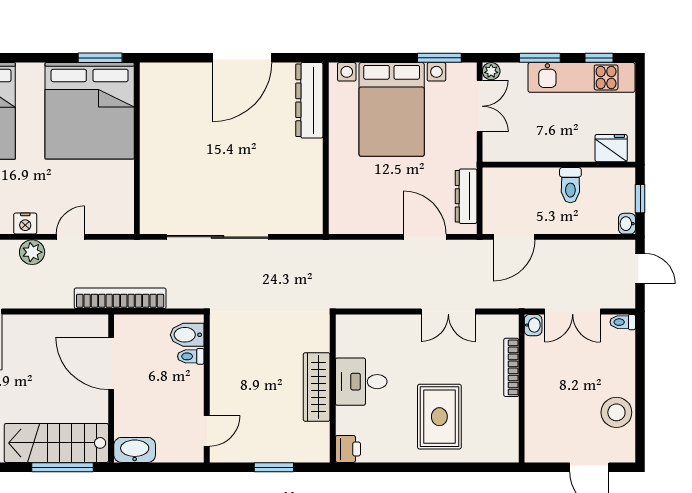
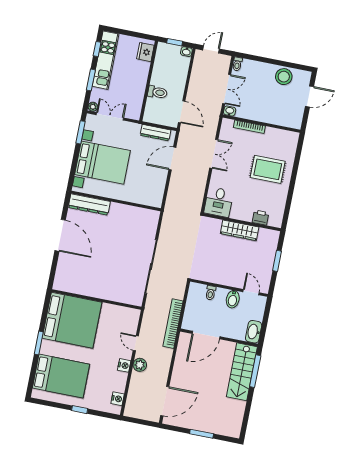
window: (100, 58) -> (39, 343), moved
toilet: (570, 185) -> (157, 92), moved
bidet: (187, 335) -> (233, 299), moved
desk: (361, 382) -> (219, 202), moved
printer: (348, 449) -> (260, 218), moved

